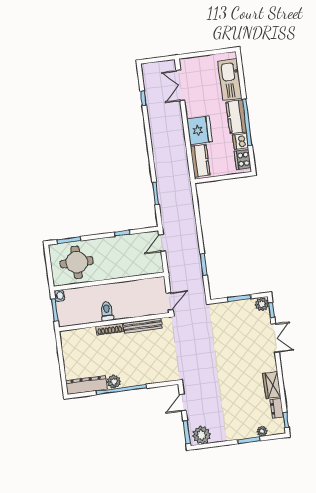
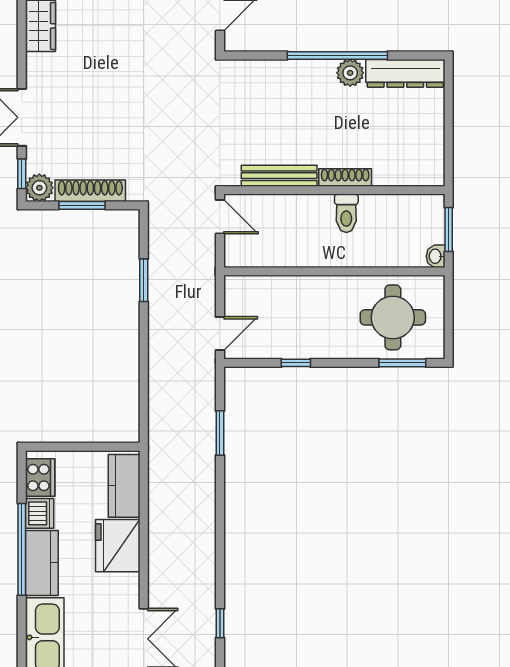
door: (170, 301) -> (220, 217), swing flipped
shoe rack: (236, 306) -> (90, 191), added

